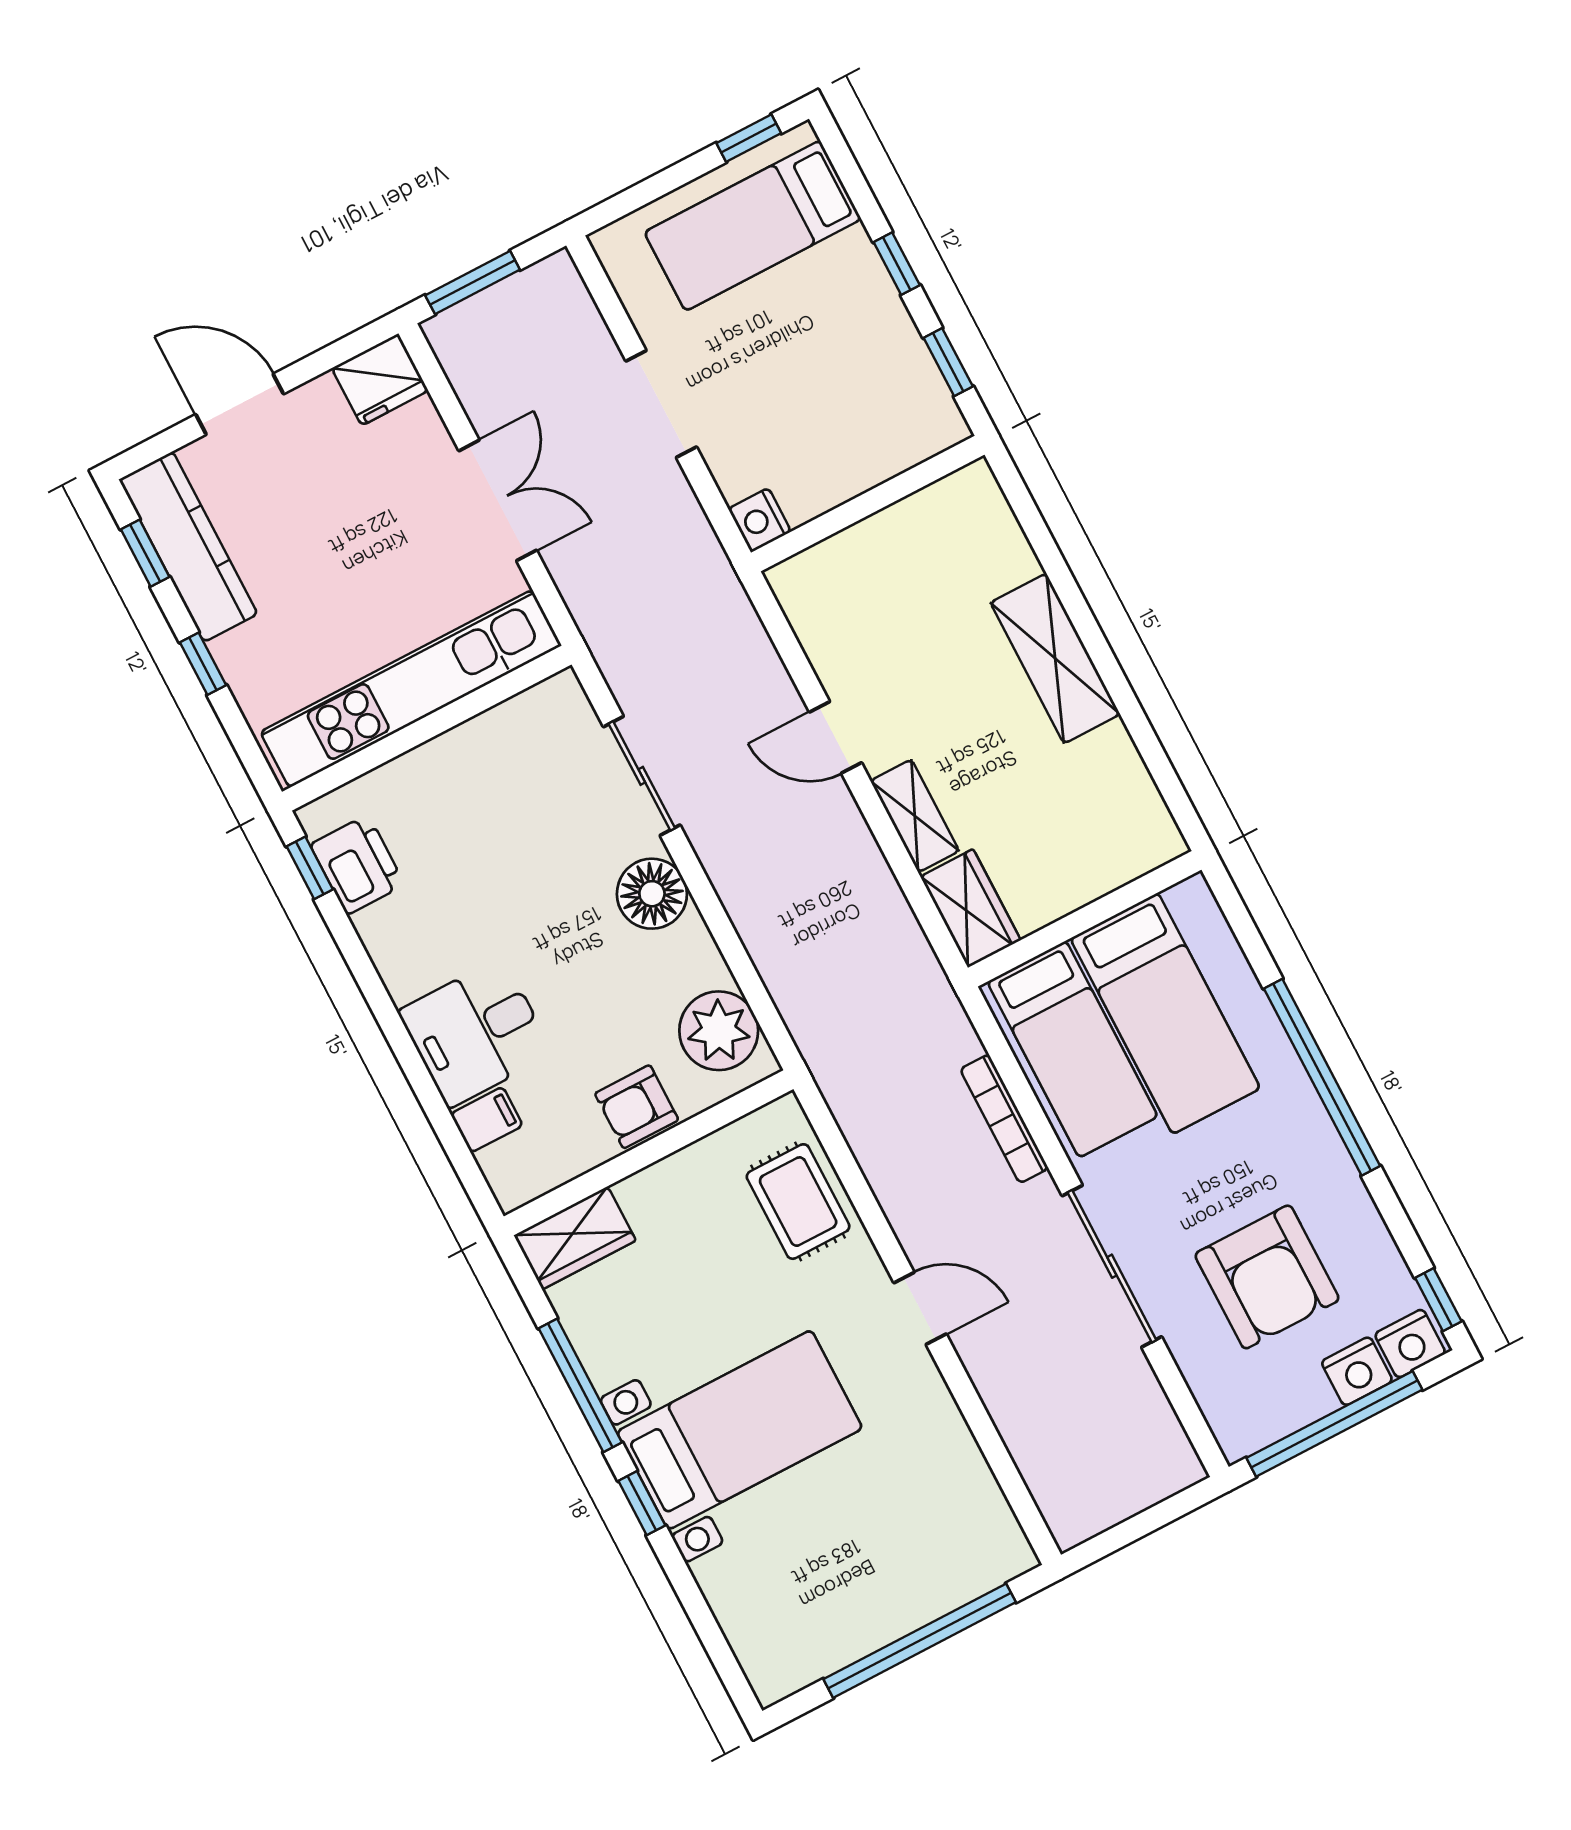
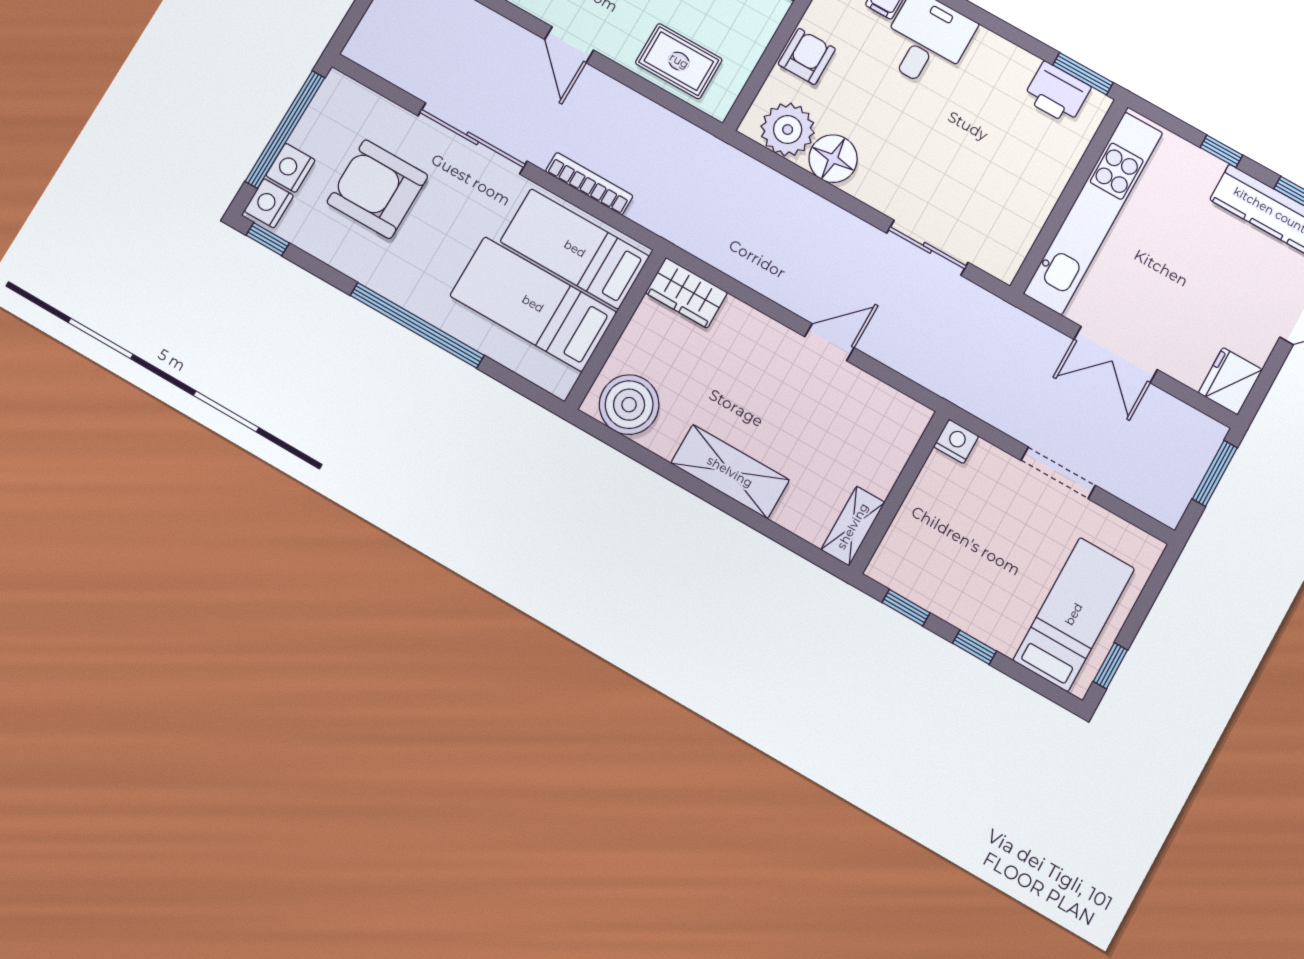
shelving: (915, 816) -> (853, 526), moved, turned 90
boiler: (1126, 817) -> (629, 405), added
window: (310, 868) -> (1083, 74), width x1.50
floor lamp: (652, 894) -> (833, 159), moved
door: (920, 1308) -> (569, 45), hinge flipped

